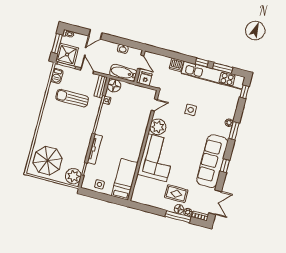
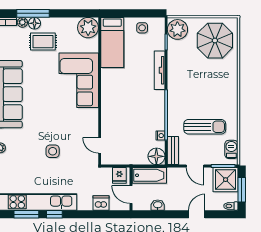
dishwasher: (176, 65) -> (101, 203), moved
door: (154, 105) -> (100, 145), hinge flipped
plant: (158, 127) -> (88, 28), moved

